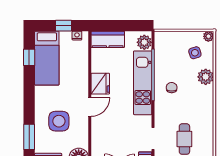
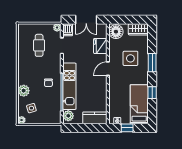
window: (29, 57) -> (152, 93), moved
fridge: (100, 84) -> (100, 46), moved
window: (29, 137) -> (152, 63), moved

